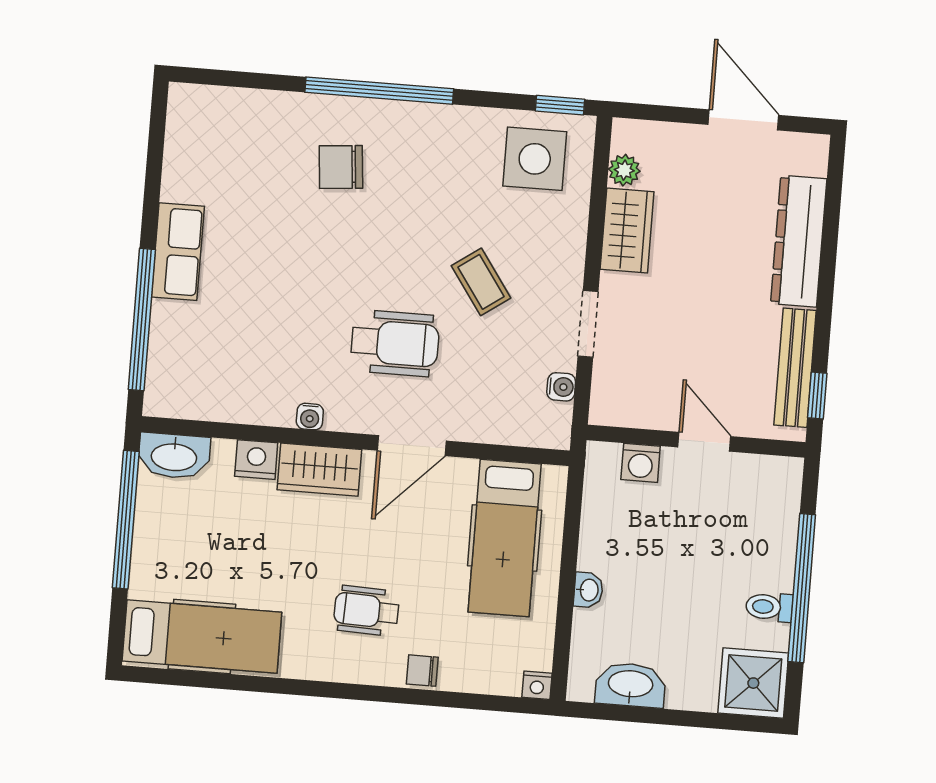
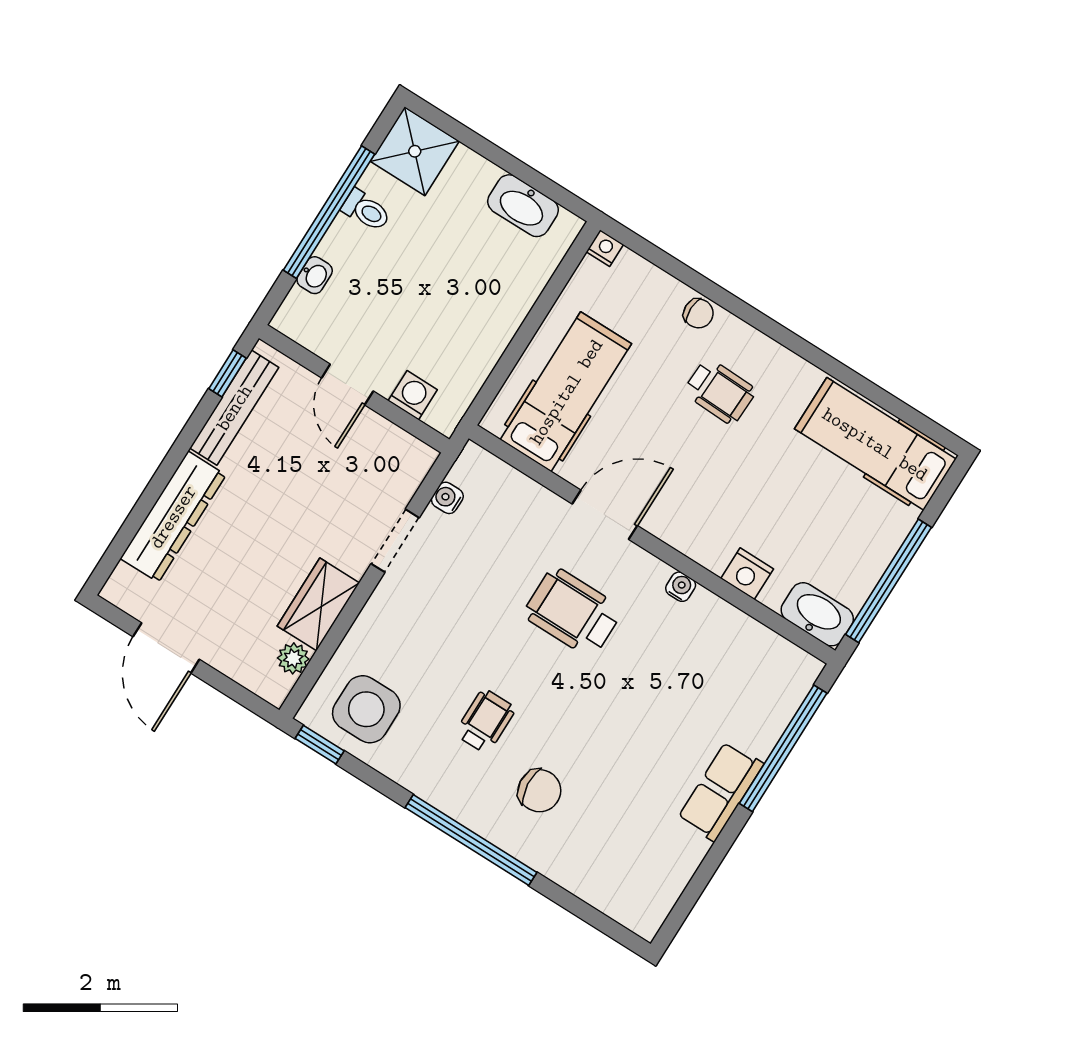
wheelchair: (422, 204) -> (485, 721), added
coffee table: (481, 282) -> (469, 626), removed
wardrobe: (319, 470) -> (697, 536), removed
washbasin: (588, 590) -> (315, 275), moved, turned 180

